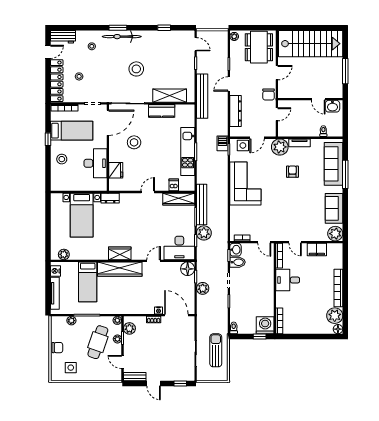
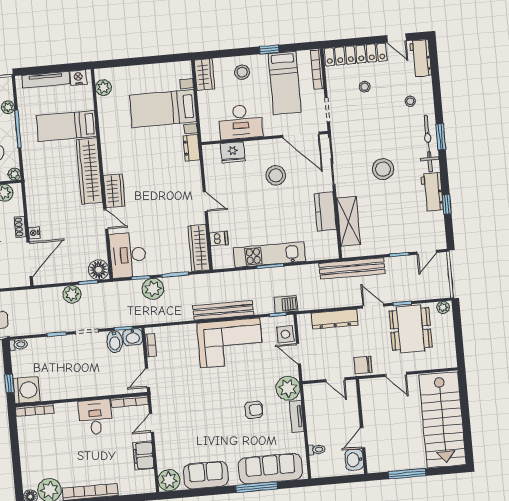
workbench: (155, 37) -> (432, 192), added
dining table: (259, 47) -> (411, 329), moved, turned 90
wardrobe: (61, 185) -> (204, 74), added
bench: (202, 204) -> (223, 310), moved
wardrobe: (120, 253) -> (114, 191), moved

